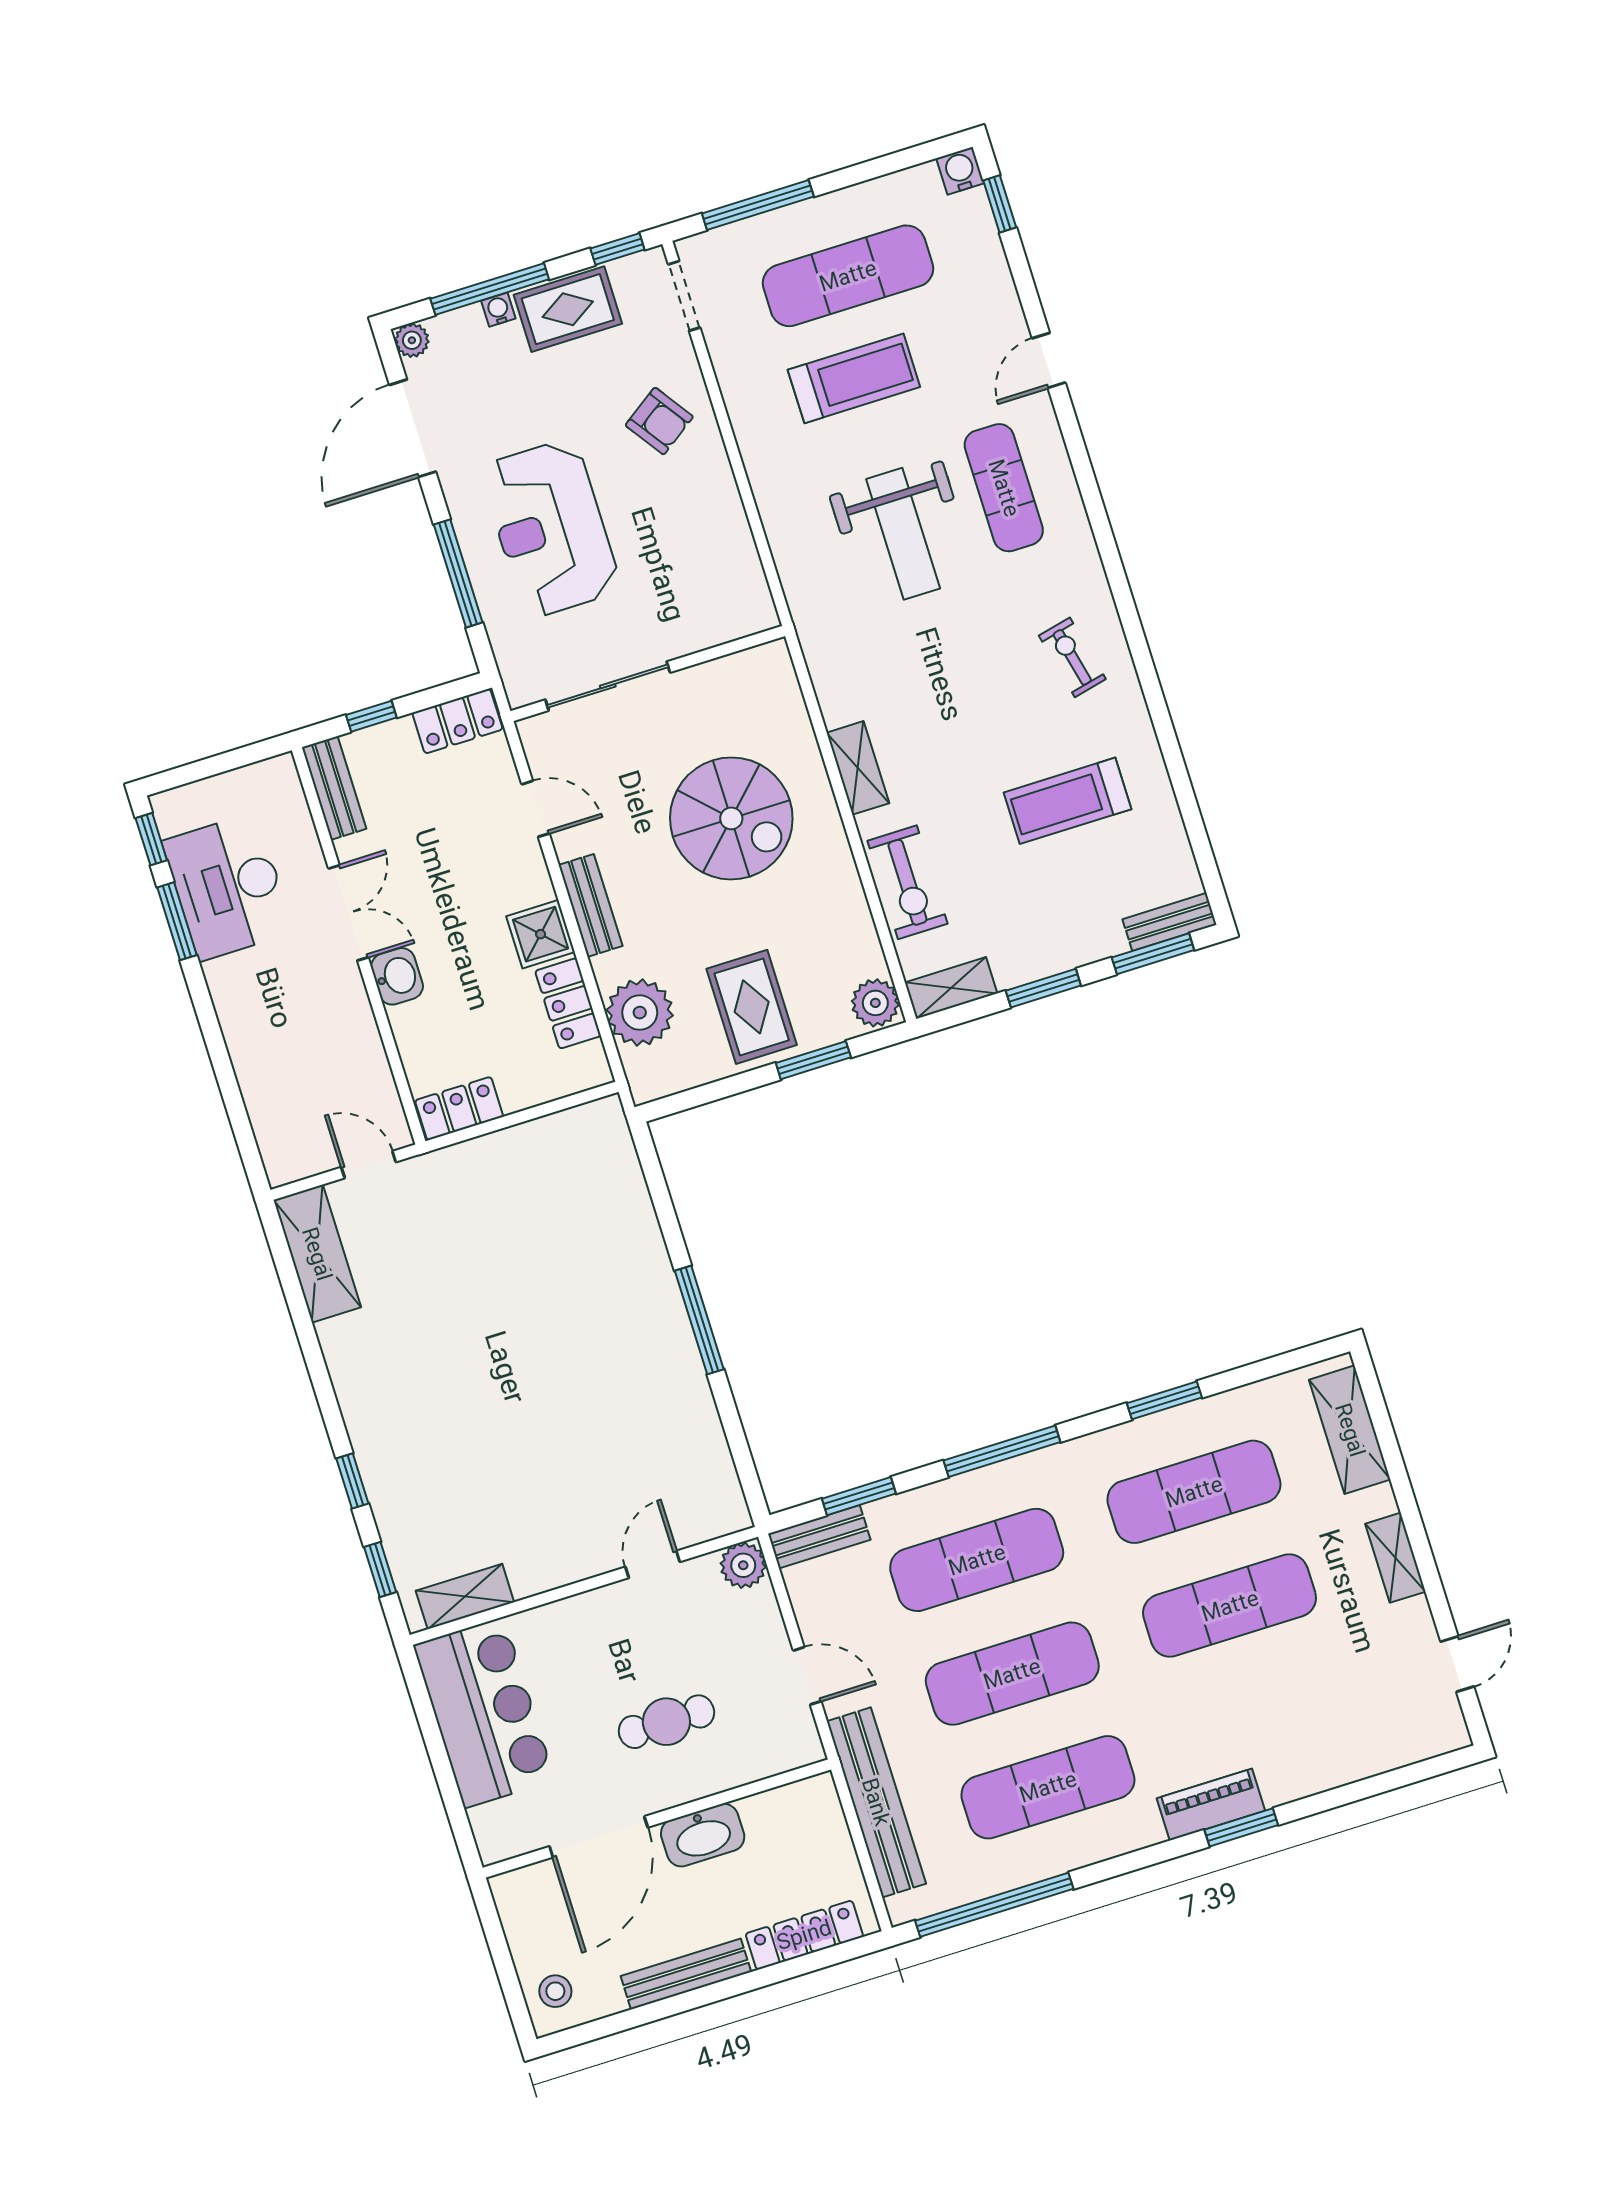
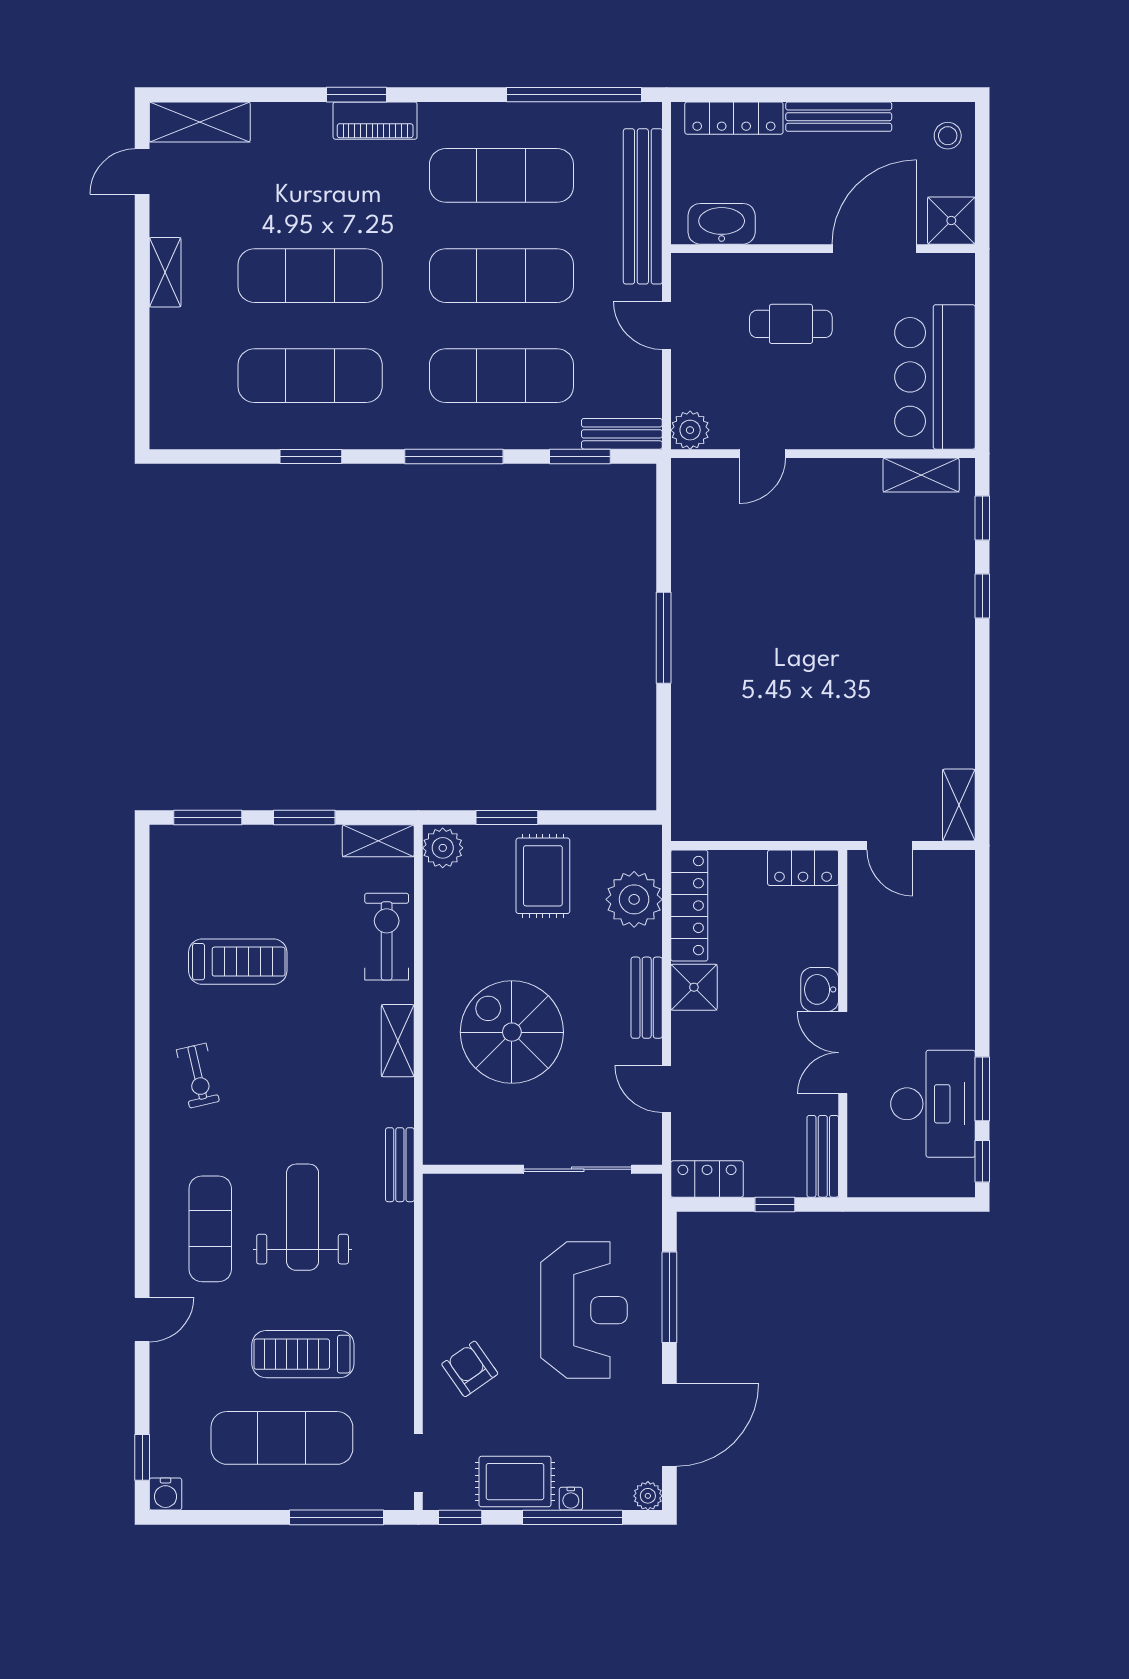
bench: (1170, 922) -> (400, 1165), moved, turned 90
locker: (568, 1003) -> (689, 906), width x1.53
shelving: (317, 1254) -> (959, 805), width x0.67, depth x0.75
shelving: (1350, 1430) -> (200, 122), moved, turned 90
washbasin: (703, 1835) -> (722, 224), moved
shower: (521, 1896) -> (951, 221), added

